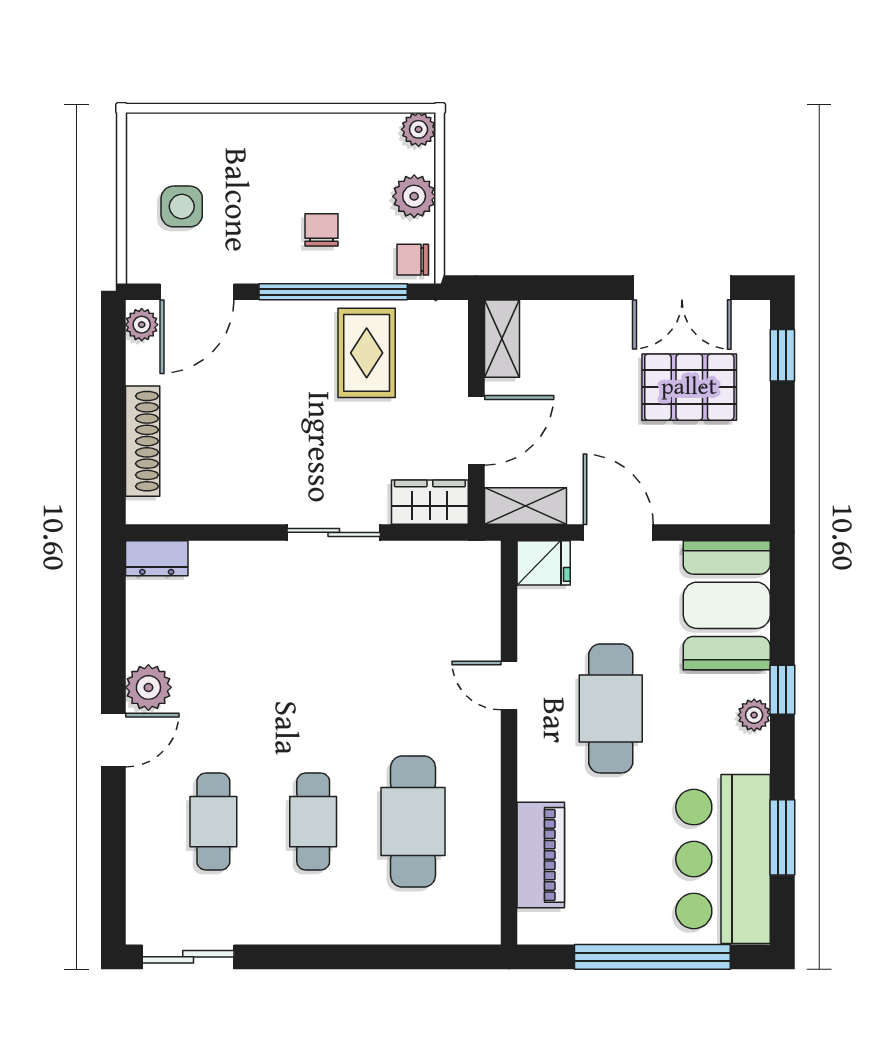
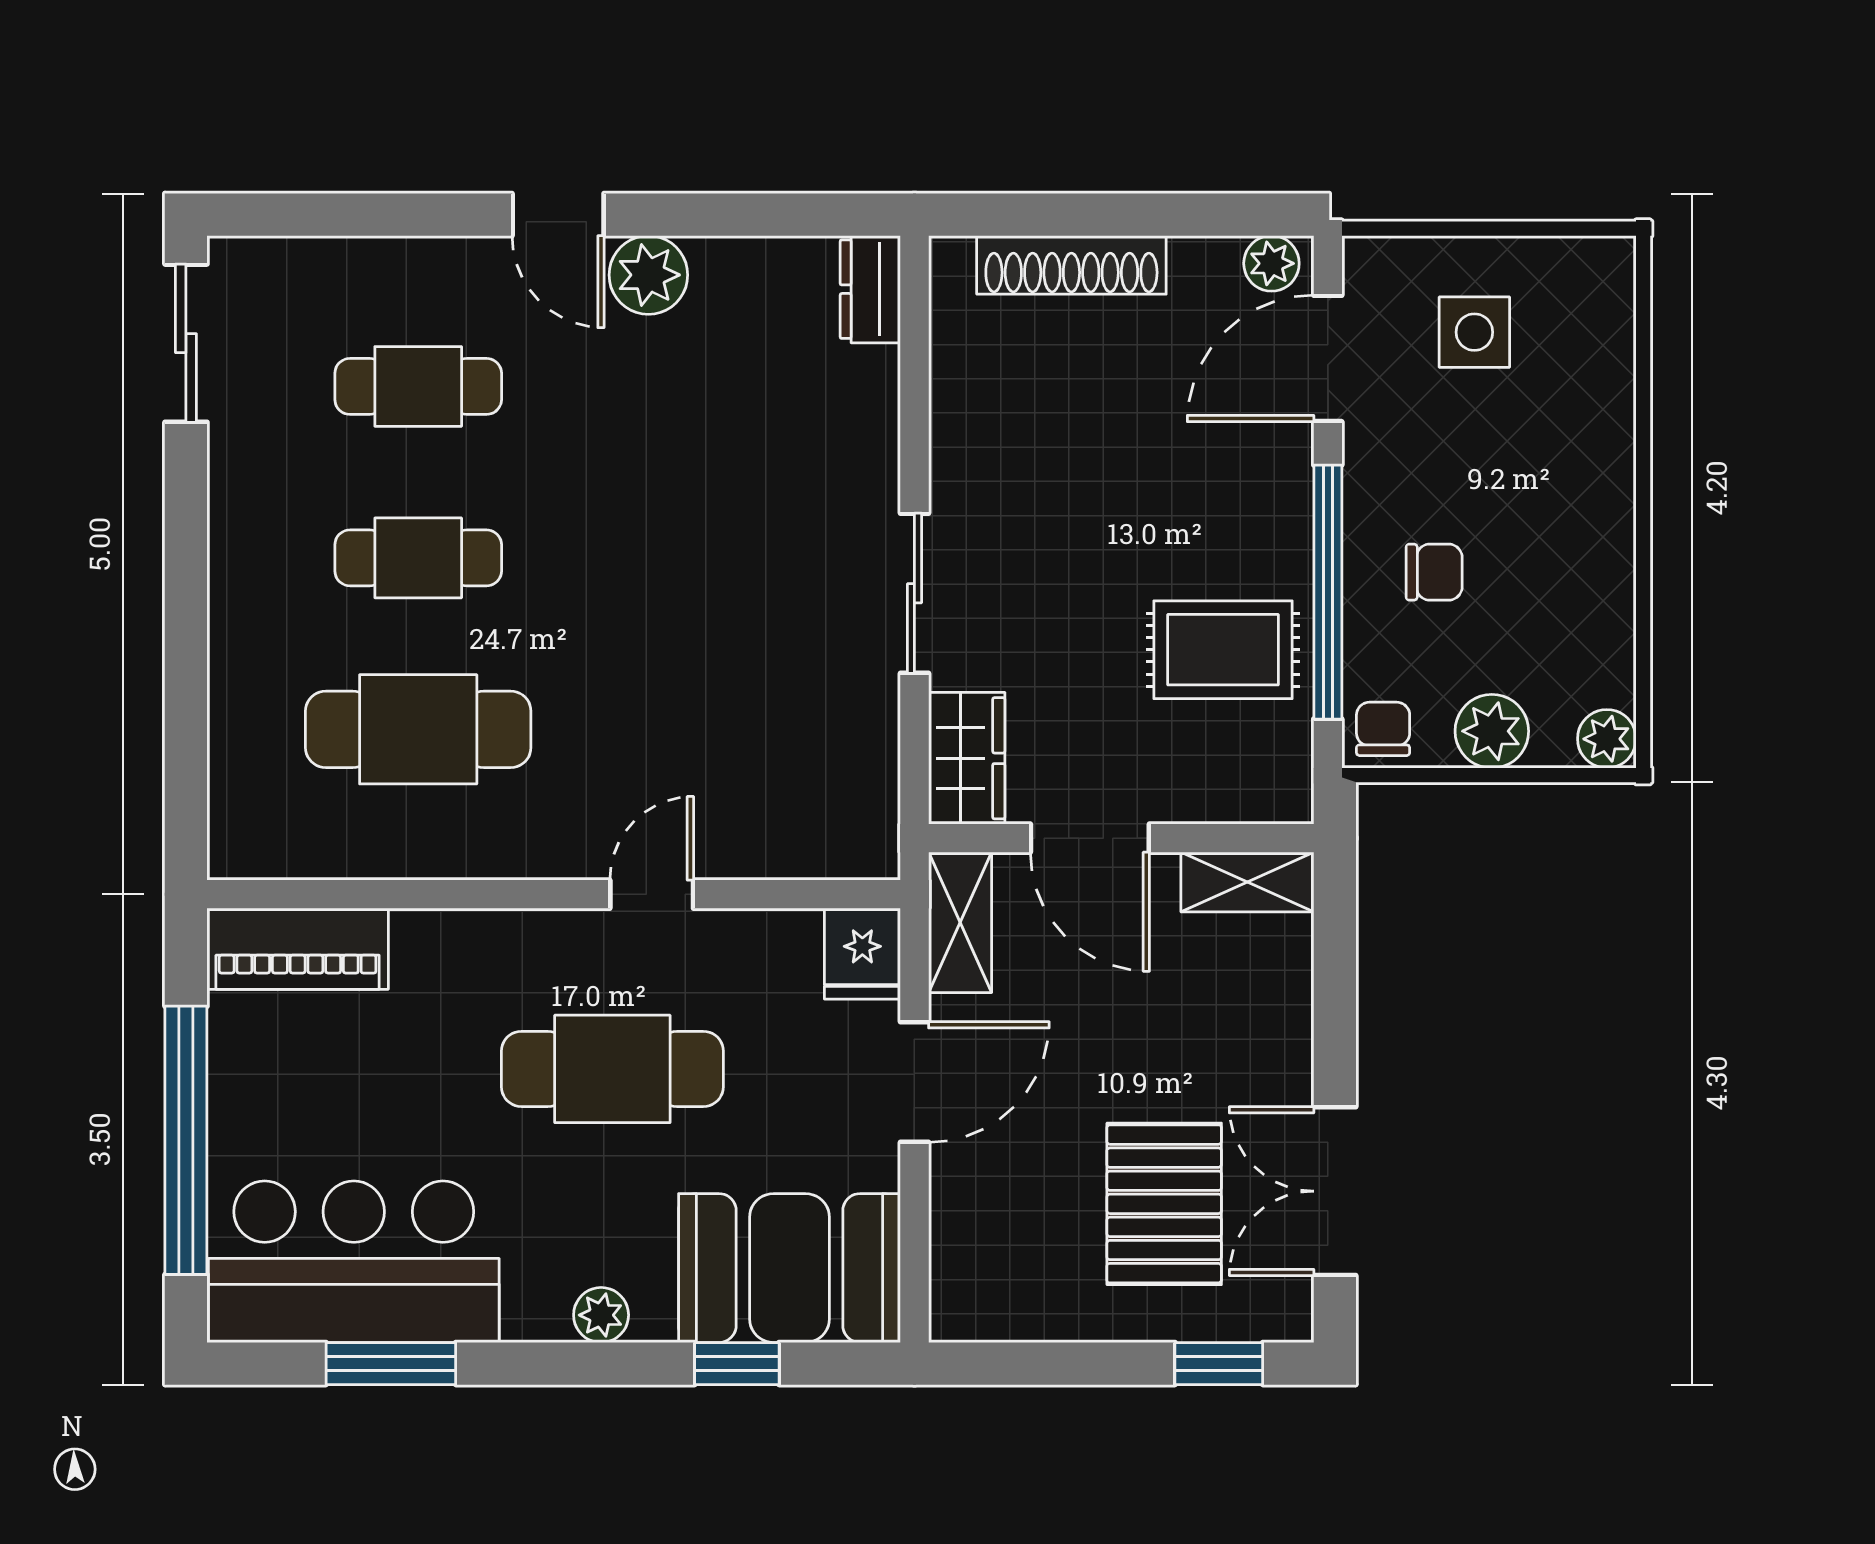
door: (197, 292) -> (1328, 358), hinge flipped
window: (782, 690) -> (737, 1364), moved
piano: (541, 855) -> (298, 949), moved

